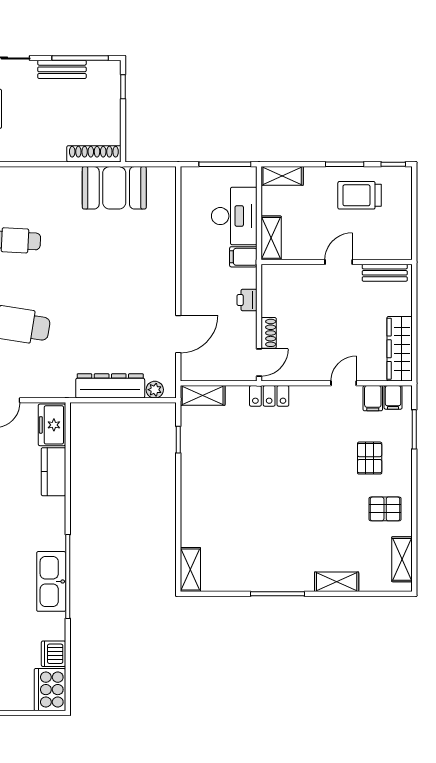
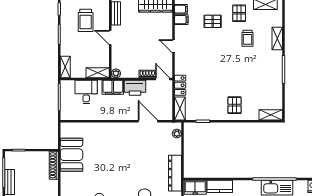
trolley: (359, 195) -> (86, 20), moved
desk: (234, 216) -> (86, 92), width x0.73
filing cabinet: (243, 257) -> (113, 87), width x2.00
plant: (270, 273) -> (116, 73), added
printer: (247, 300) -> (135, 88), width x1.87, depth x1.48
door: (344, 383) -> (174, 46), moved
dresser: (110, 386) -> (175, 173), moved
locker: (269, 396) -> (180, 85), moved
pallet: (209, 500) -> (234, 105), added
trolley: (337, 525) -> (247, 38), added

